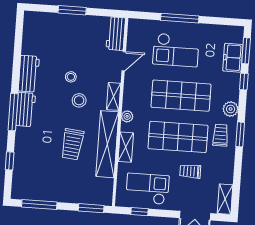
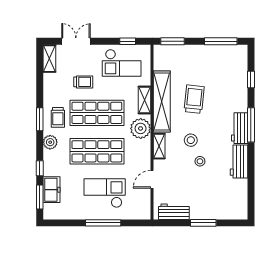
workbench: (116, 34) -> (174, 212), moved, turned -90
plant: (127, 116) -> (141, 128), width x1.88, depth x1.88

